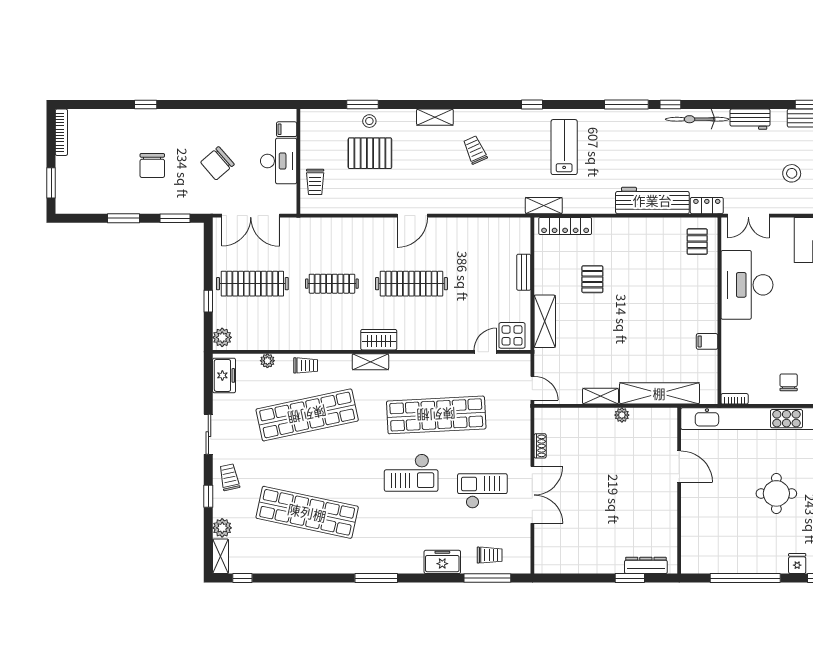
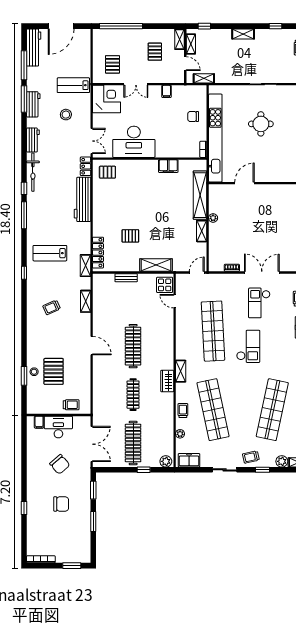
shelving: (435, 117) -> (86, 301), moved
wardrobe: (379, 340) -> (167, 381), moved
filing cabinet: (707, 341) -> (168, 166), width x2.00

